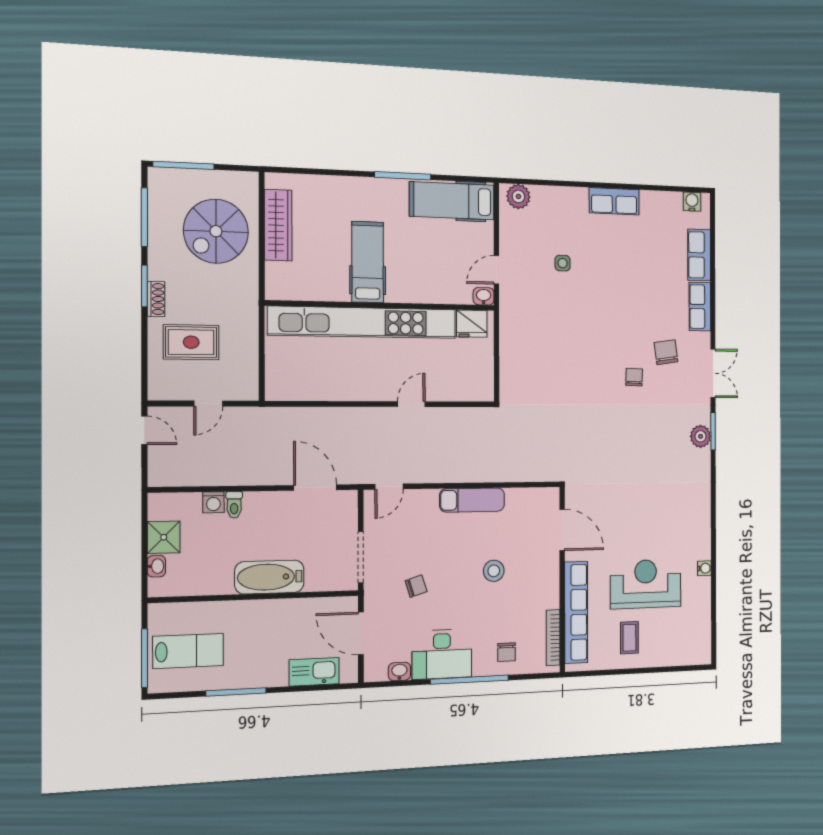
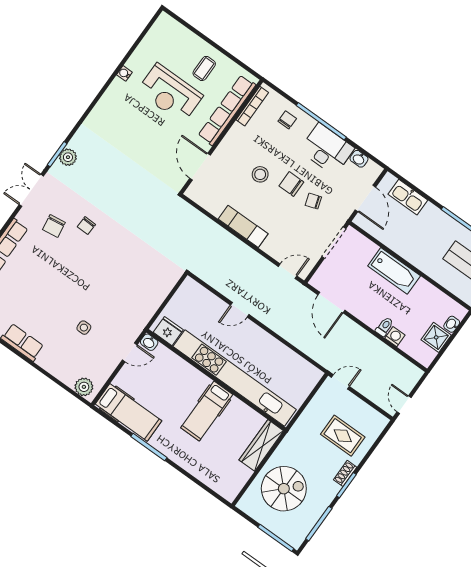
wardrobe: (278, 225) -> (261, 445), moved
door: (208, 404) -> (340, 382), moved
chair: (453, 586) -> (291, 184), added

